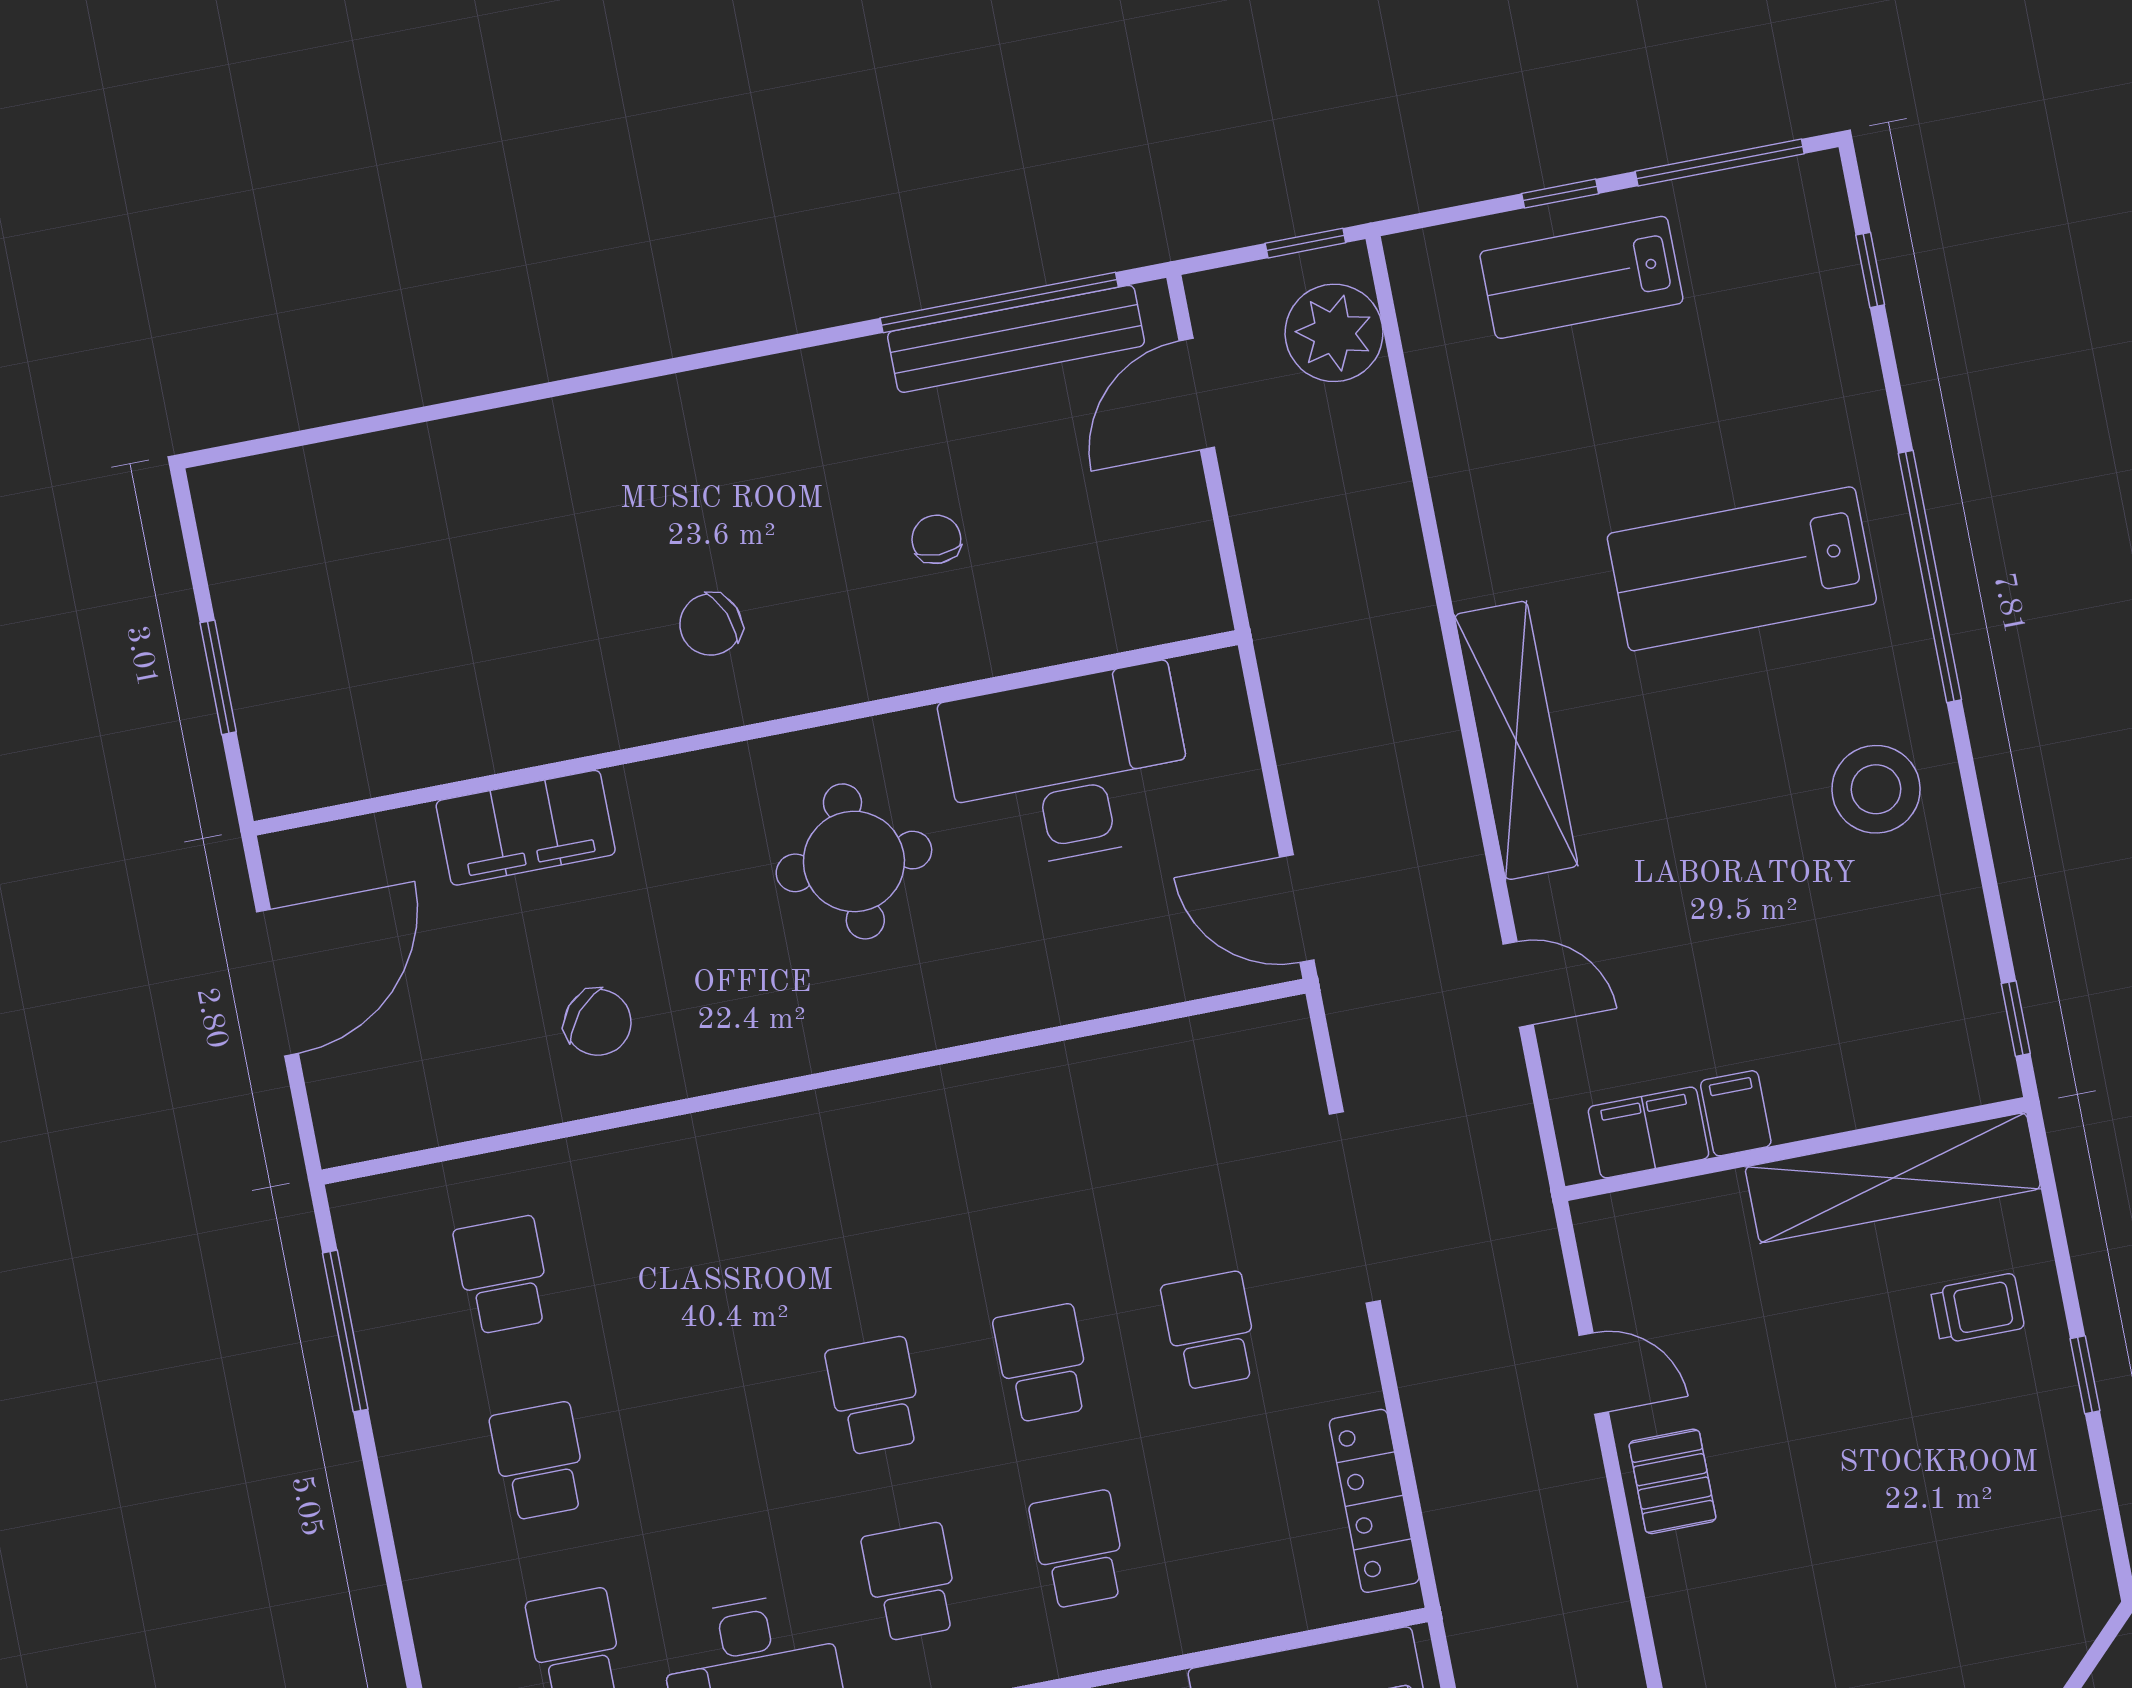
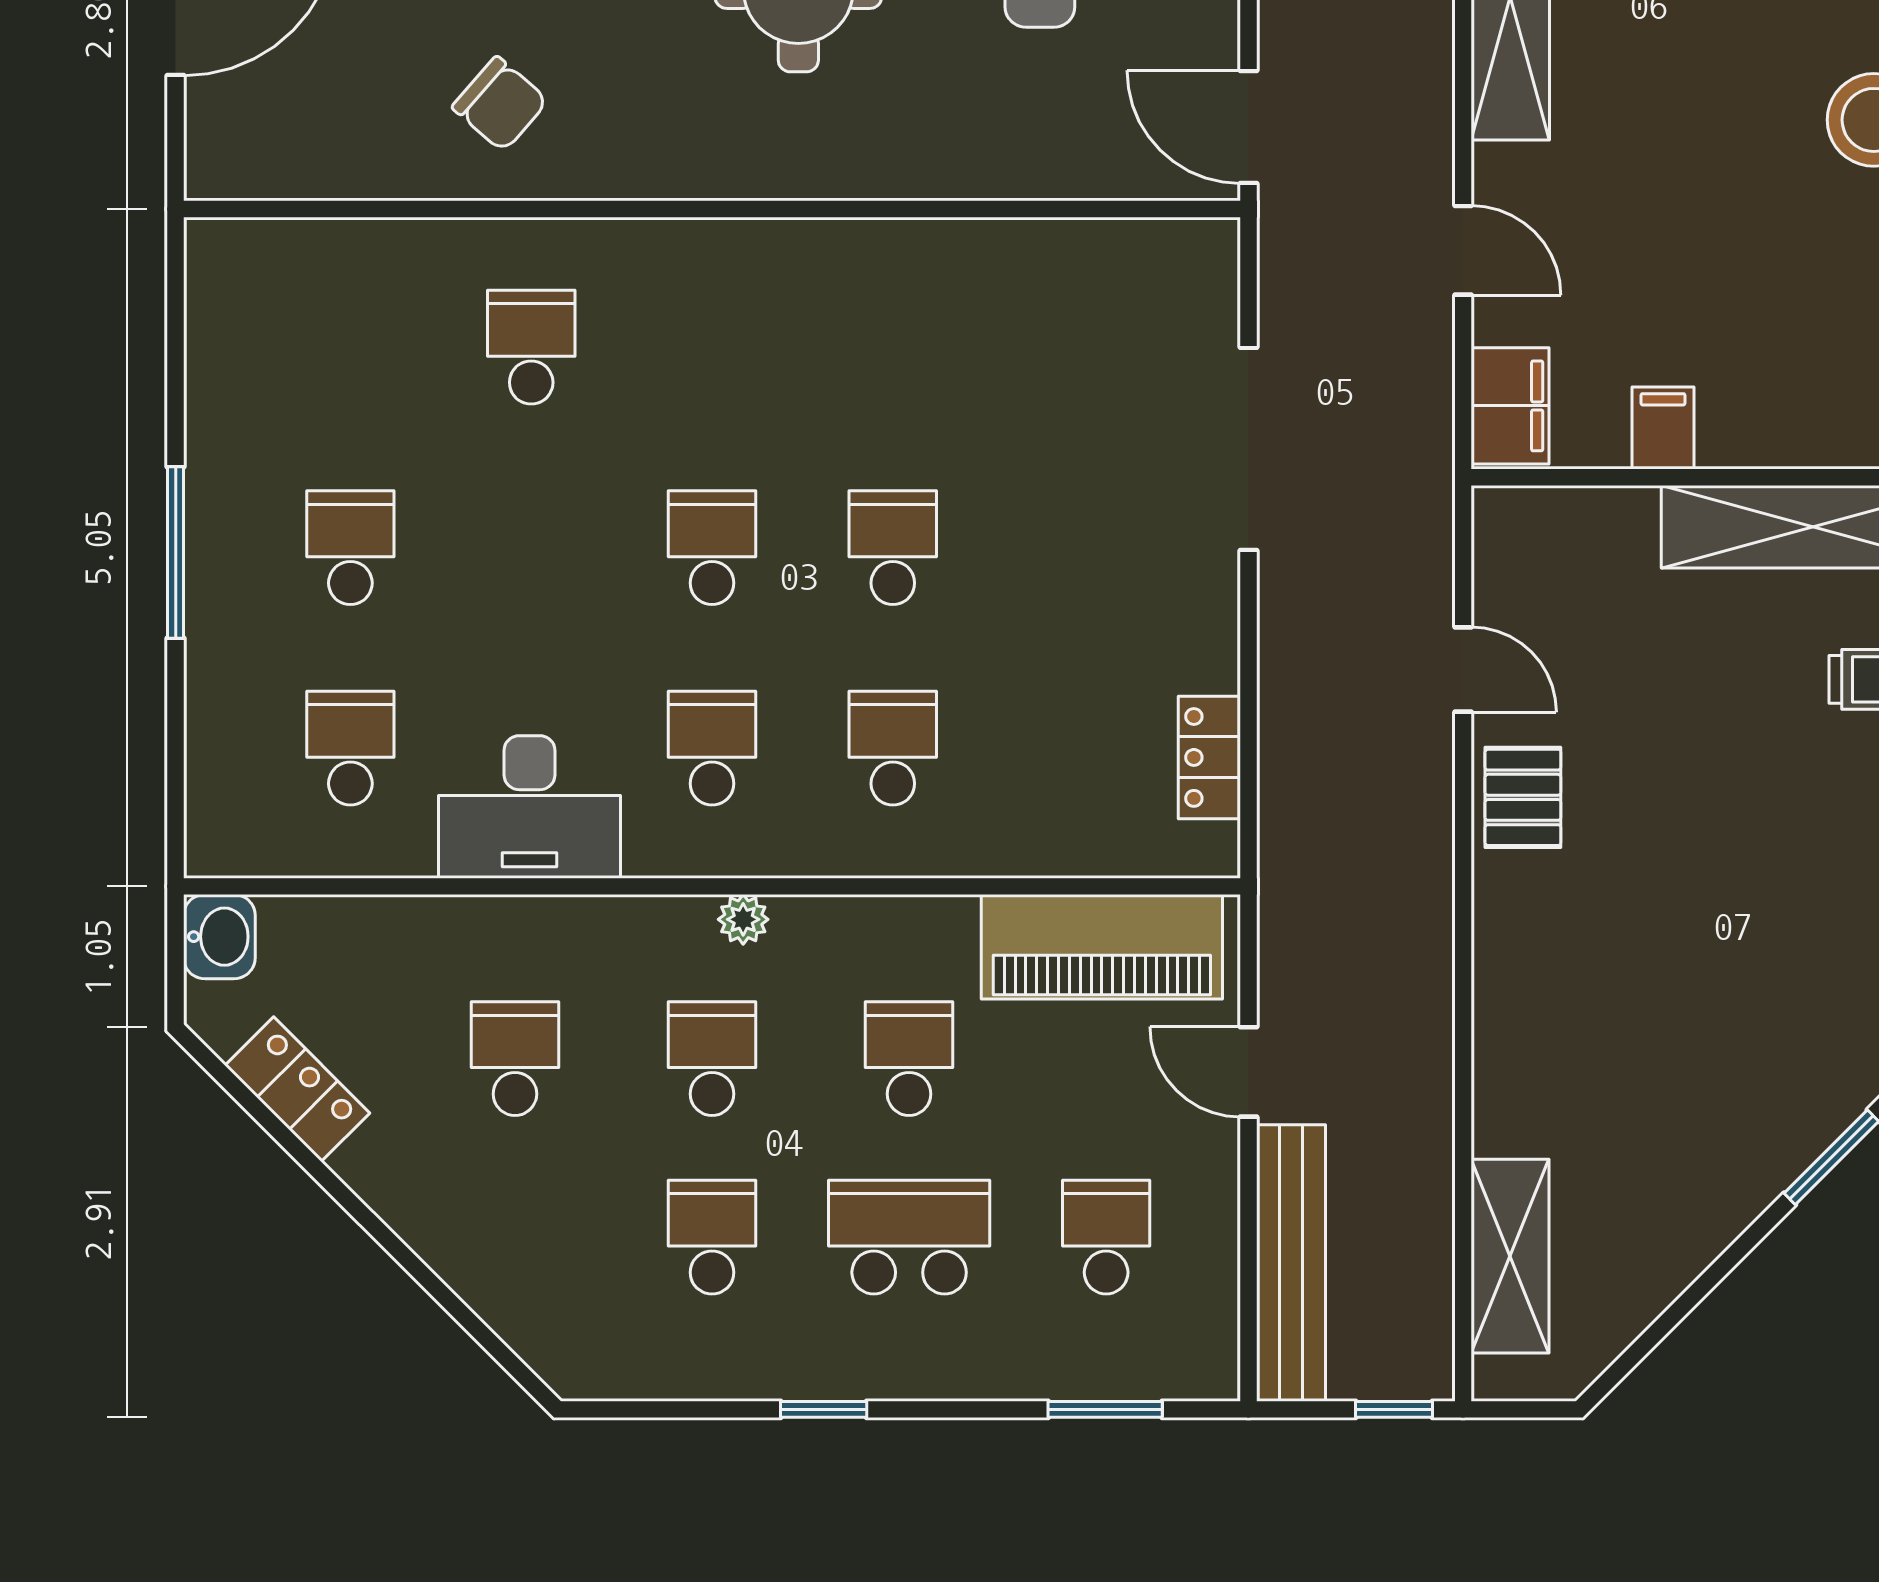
filing cabinet: (1648, 1132) -> (1510, 406), moved, turned 90
school desk: (503, 1275) -> (531, 347), moved
window: (345, 1331) -> (176, 552), moved
school desk: (1210, 1331) -> (1074, 548), removed
locker: (1374, 1501) -> (1209, 757), width x0.66

